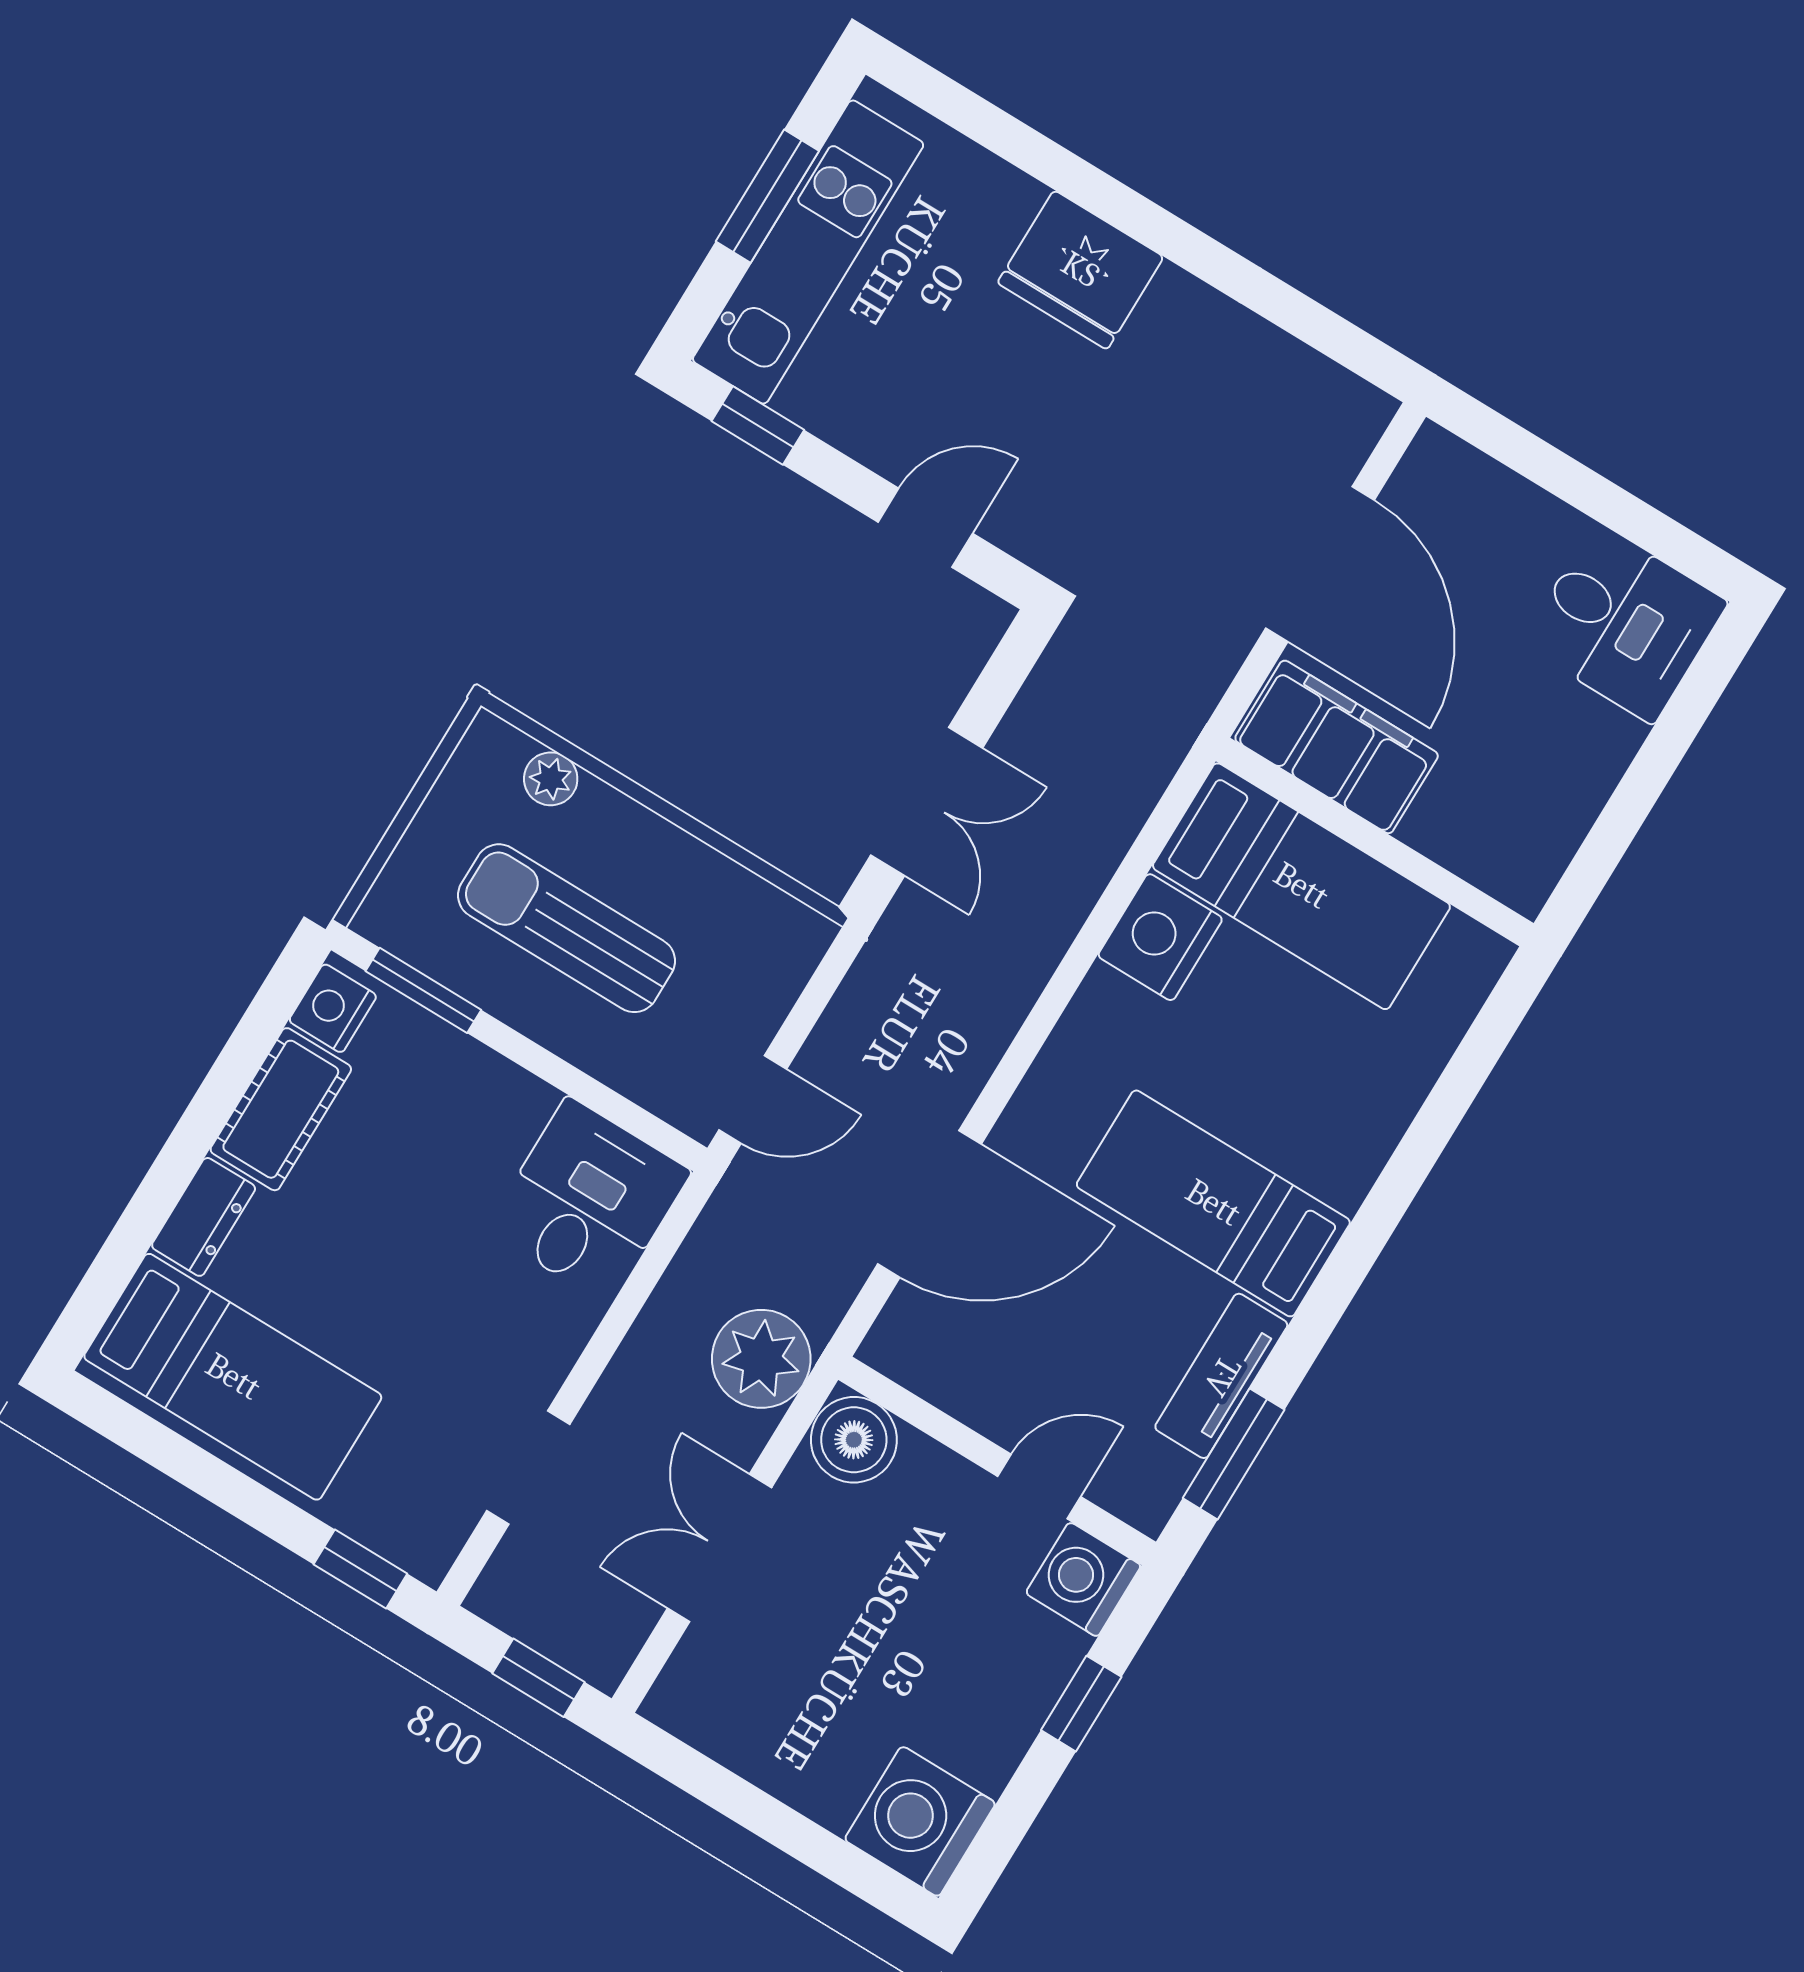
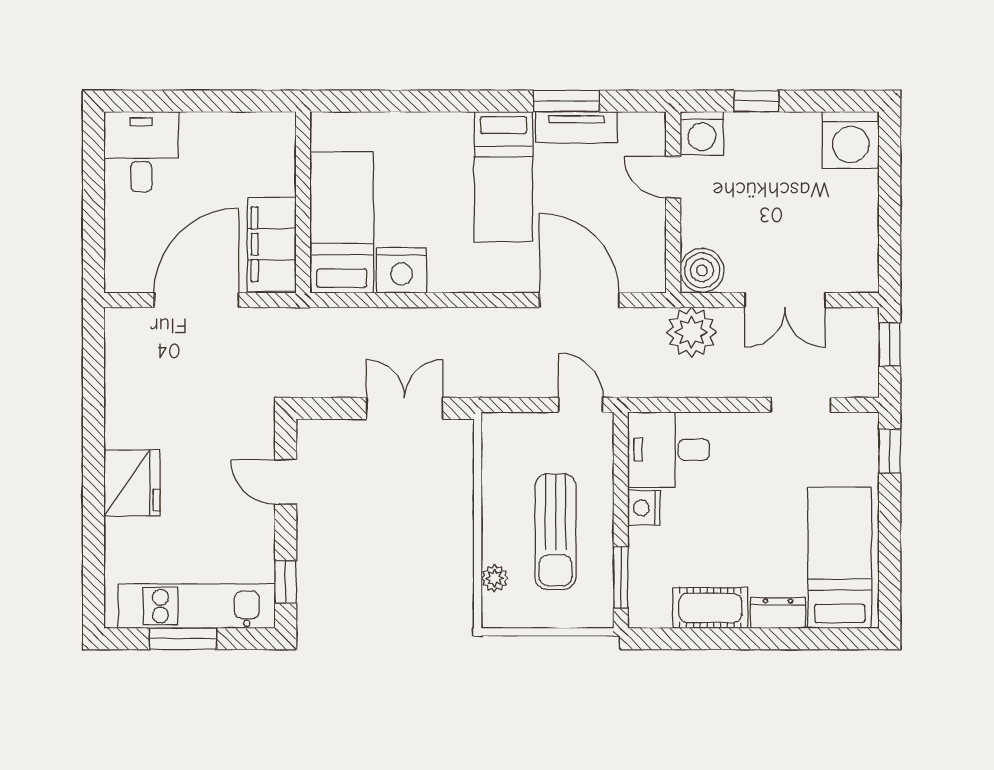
nightstand: (333, 1008) -> (644, 508), moved, turned 90
window: (1234, 1454) -> (566, 101), moved

